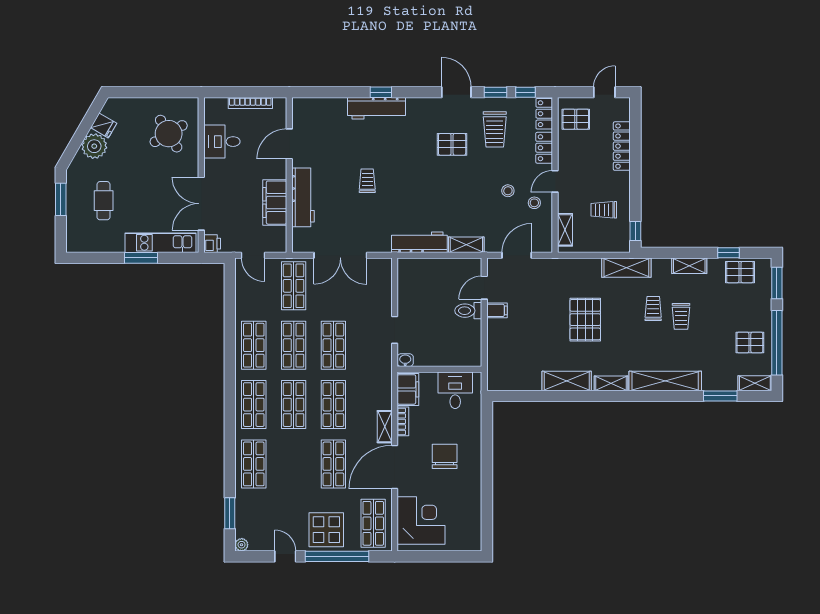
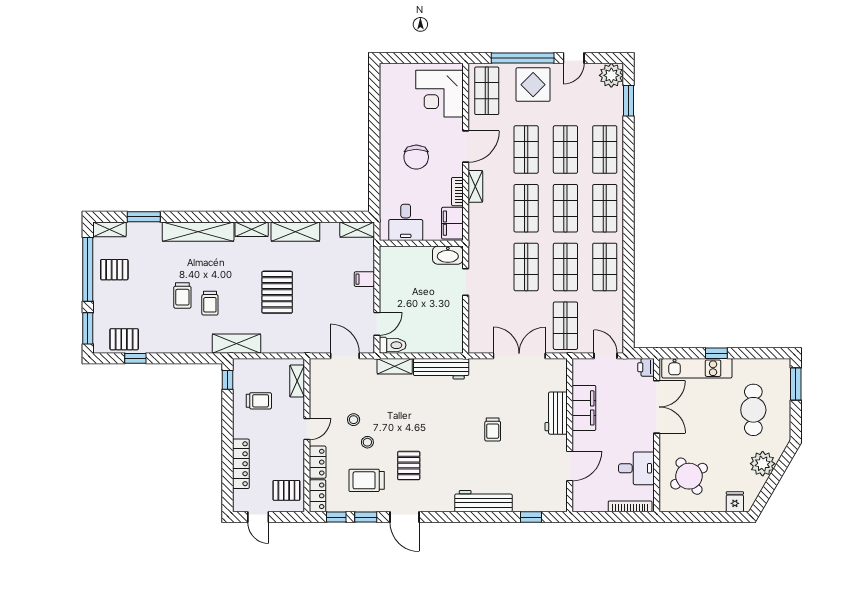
window: (381, 92) -> (531, 517), moved
door: (604, 92) -> (258, 517), hinge flipped
bookcase: (250, 103) -> (630, 506), moved
fridge: (104, 125) -> (735, 502), moved, turned 60
trolley: (495, 129) -> (367, 480), turned -90
pallet: (452, 144) -> (409, 466), turned 90
workbench: (303, 197) -> (556, 413), width x0.73
window: (61, 199) -> (796, 384), moved
cafe table: (104, 201) -> (753, 410), width x1.37, depth x1.35
stool: (534, 203) -> (367, 442), moved
door: (517, 255) -> (345, 356), swing flipped
window: (141, 258) -> (716, 353), width x0.67
shelving: (689, 266) -> (357, 230), moved
filing cabinet: (497, 310) -> (364, 279), moved
toilet: (468, 311) -> (393, 345), moved
trolley: (681, 316) -> (182, 295), turned 180
washbasin: (405, 360) -> (448, 255), width x1.91, depth x1.45
shop shelf: (294, 464) -> (565, 150), added
door: (395, 467) -> (466, 147), width x0.73
plant: (242, 545) -> (611, 75), width x1.87, depth x1.87
door: (285, 556) -> (574, 58), hinge flipped

